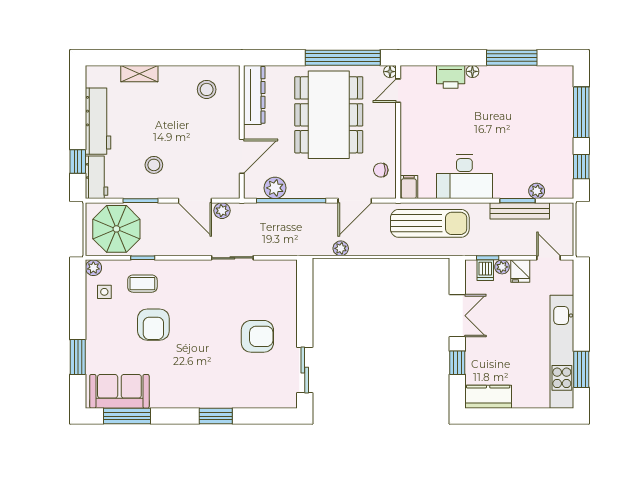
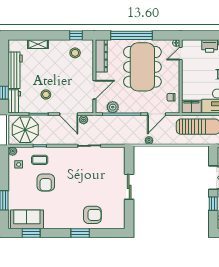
window: (208, 58) -> (76, 35), added
window: (343, 58) -> (131, 35), moved
filing cabinet: (409, 187) -> (191, 107), width x2.00
armchair: (257, 336) -> (92, 215), moved
sliding door: (305, 370) -> (129, 187), moved
window: (127, 416) -> (31, 233), width x0.69

